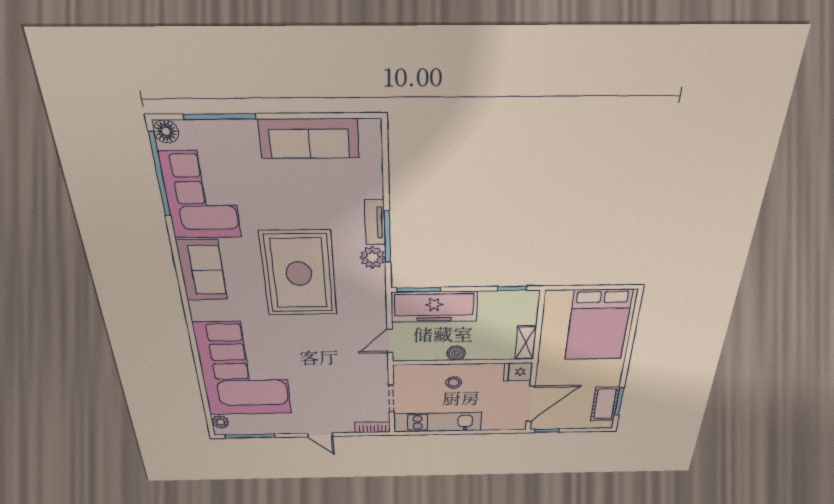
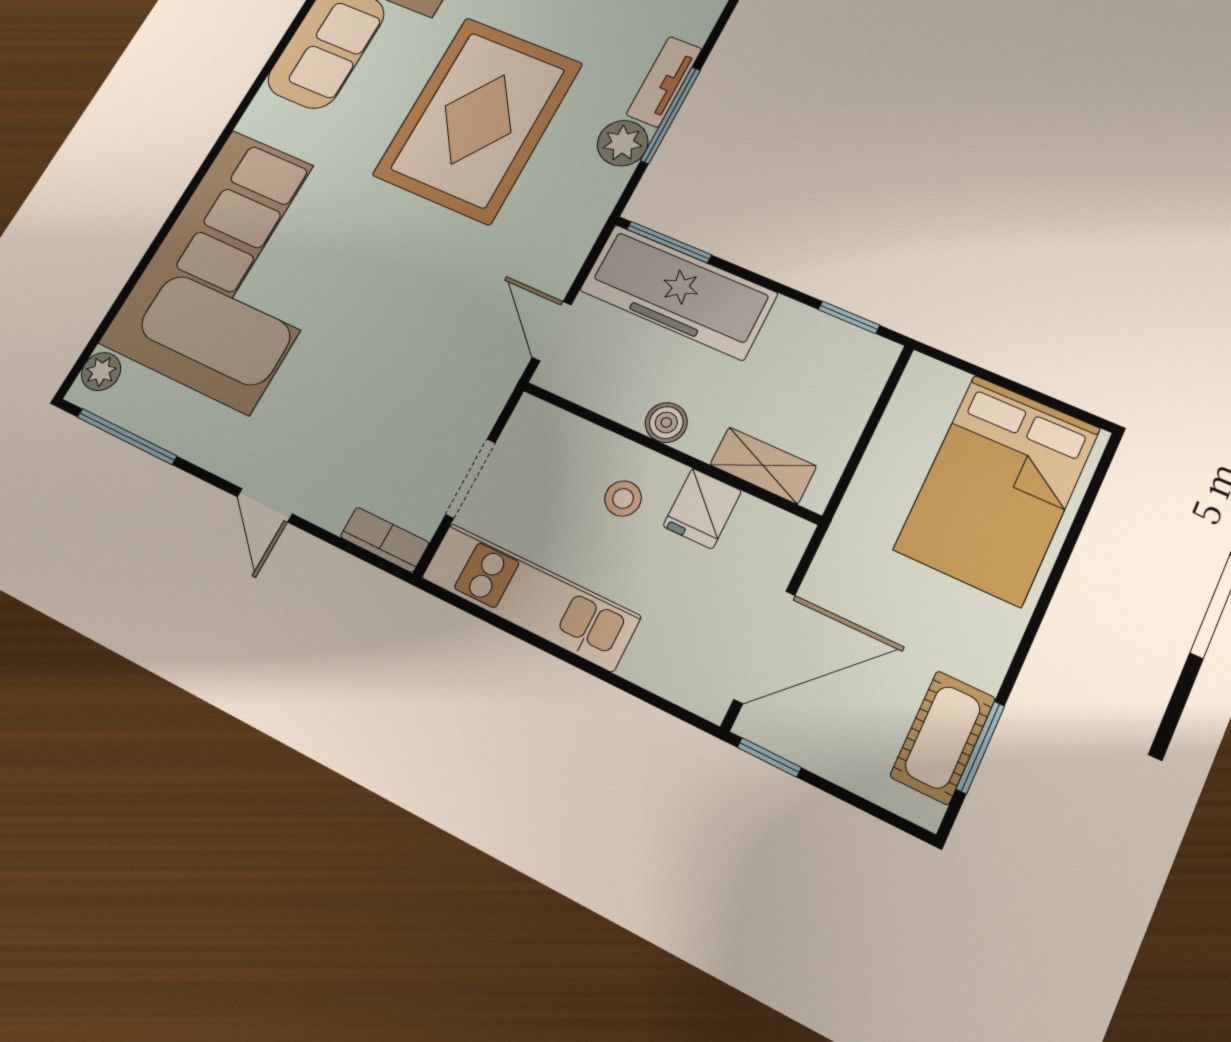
door: (390, 341) -> (552, 331), hinge flipped
shelving: (526, 343) -> (763, 465), moved, turned 90
fridge: (518, 372) -> (702, 509), moved, turned -90

